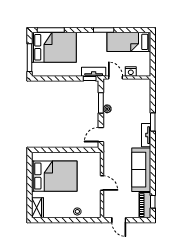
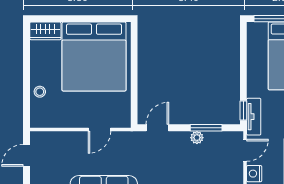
door: (101, 135) -> (157, 128), hinge flipped
bed: (54, 176) -> (94, 57), width x1.36
door: (102, 183) -> (99, 129), moved

